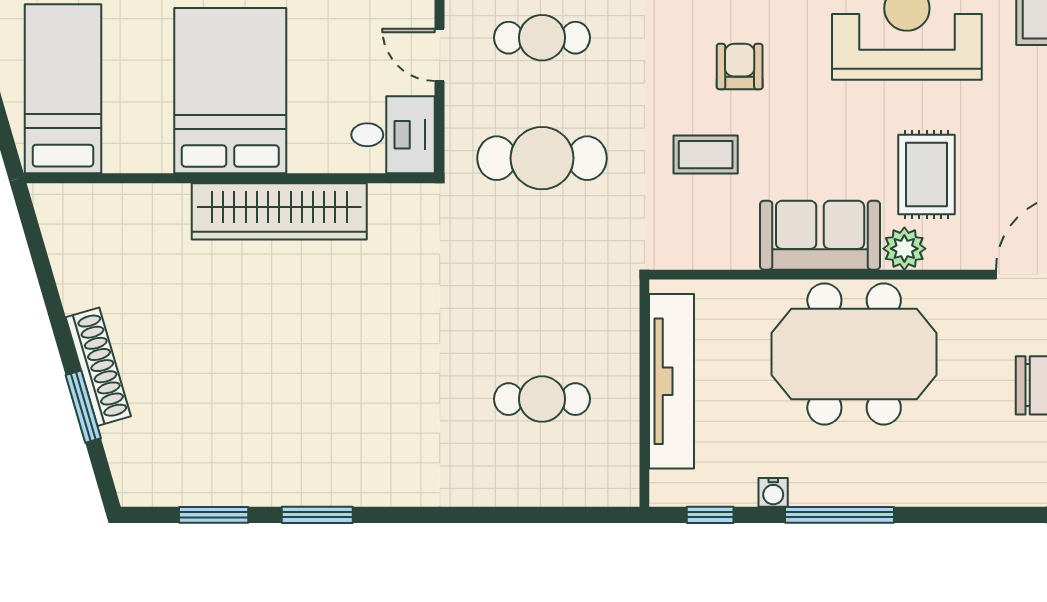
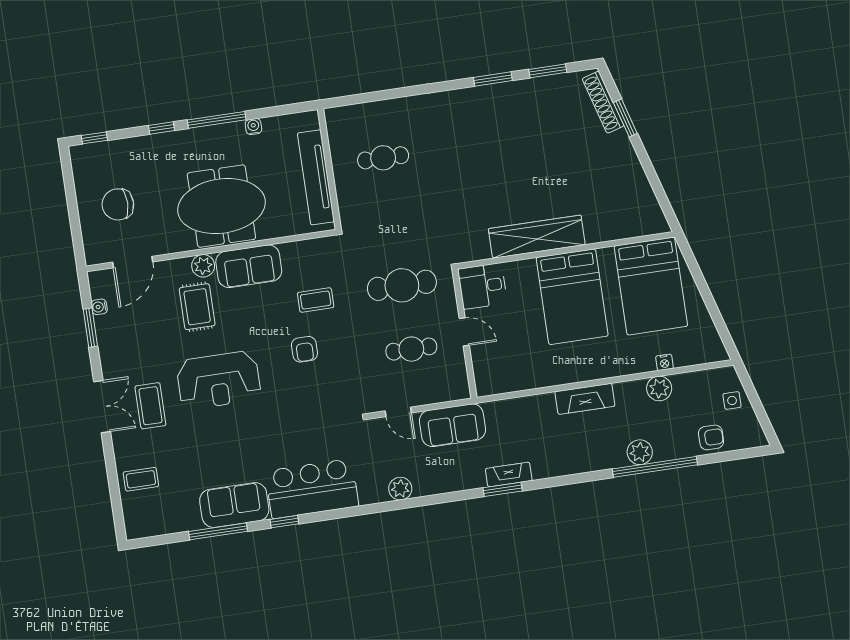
bed: (63, 89) -> (651, 286), width x1.50
shoe rack: (98, 367) -> (603, 102), moved
window: (710, 515) -> (161, 128), moved

